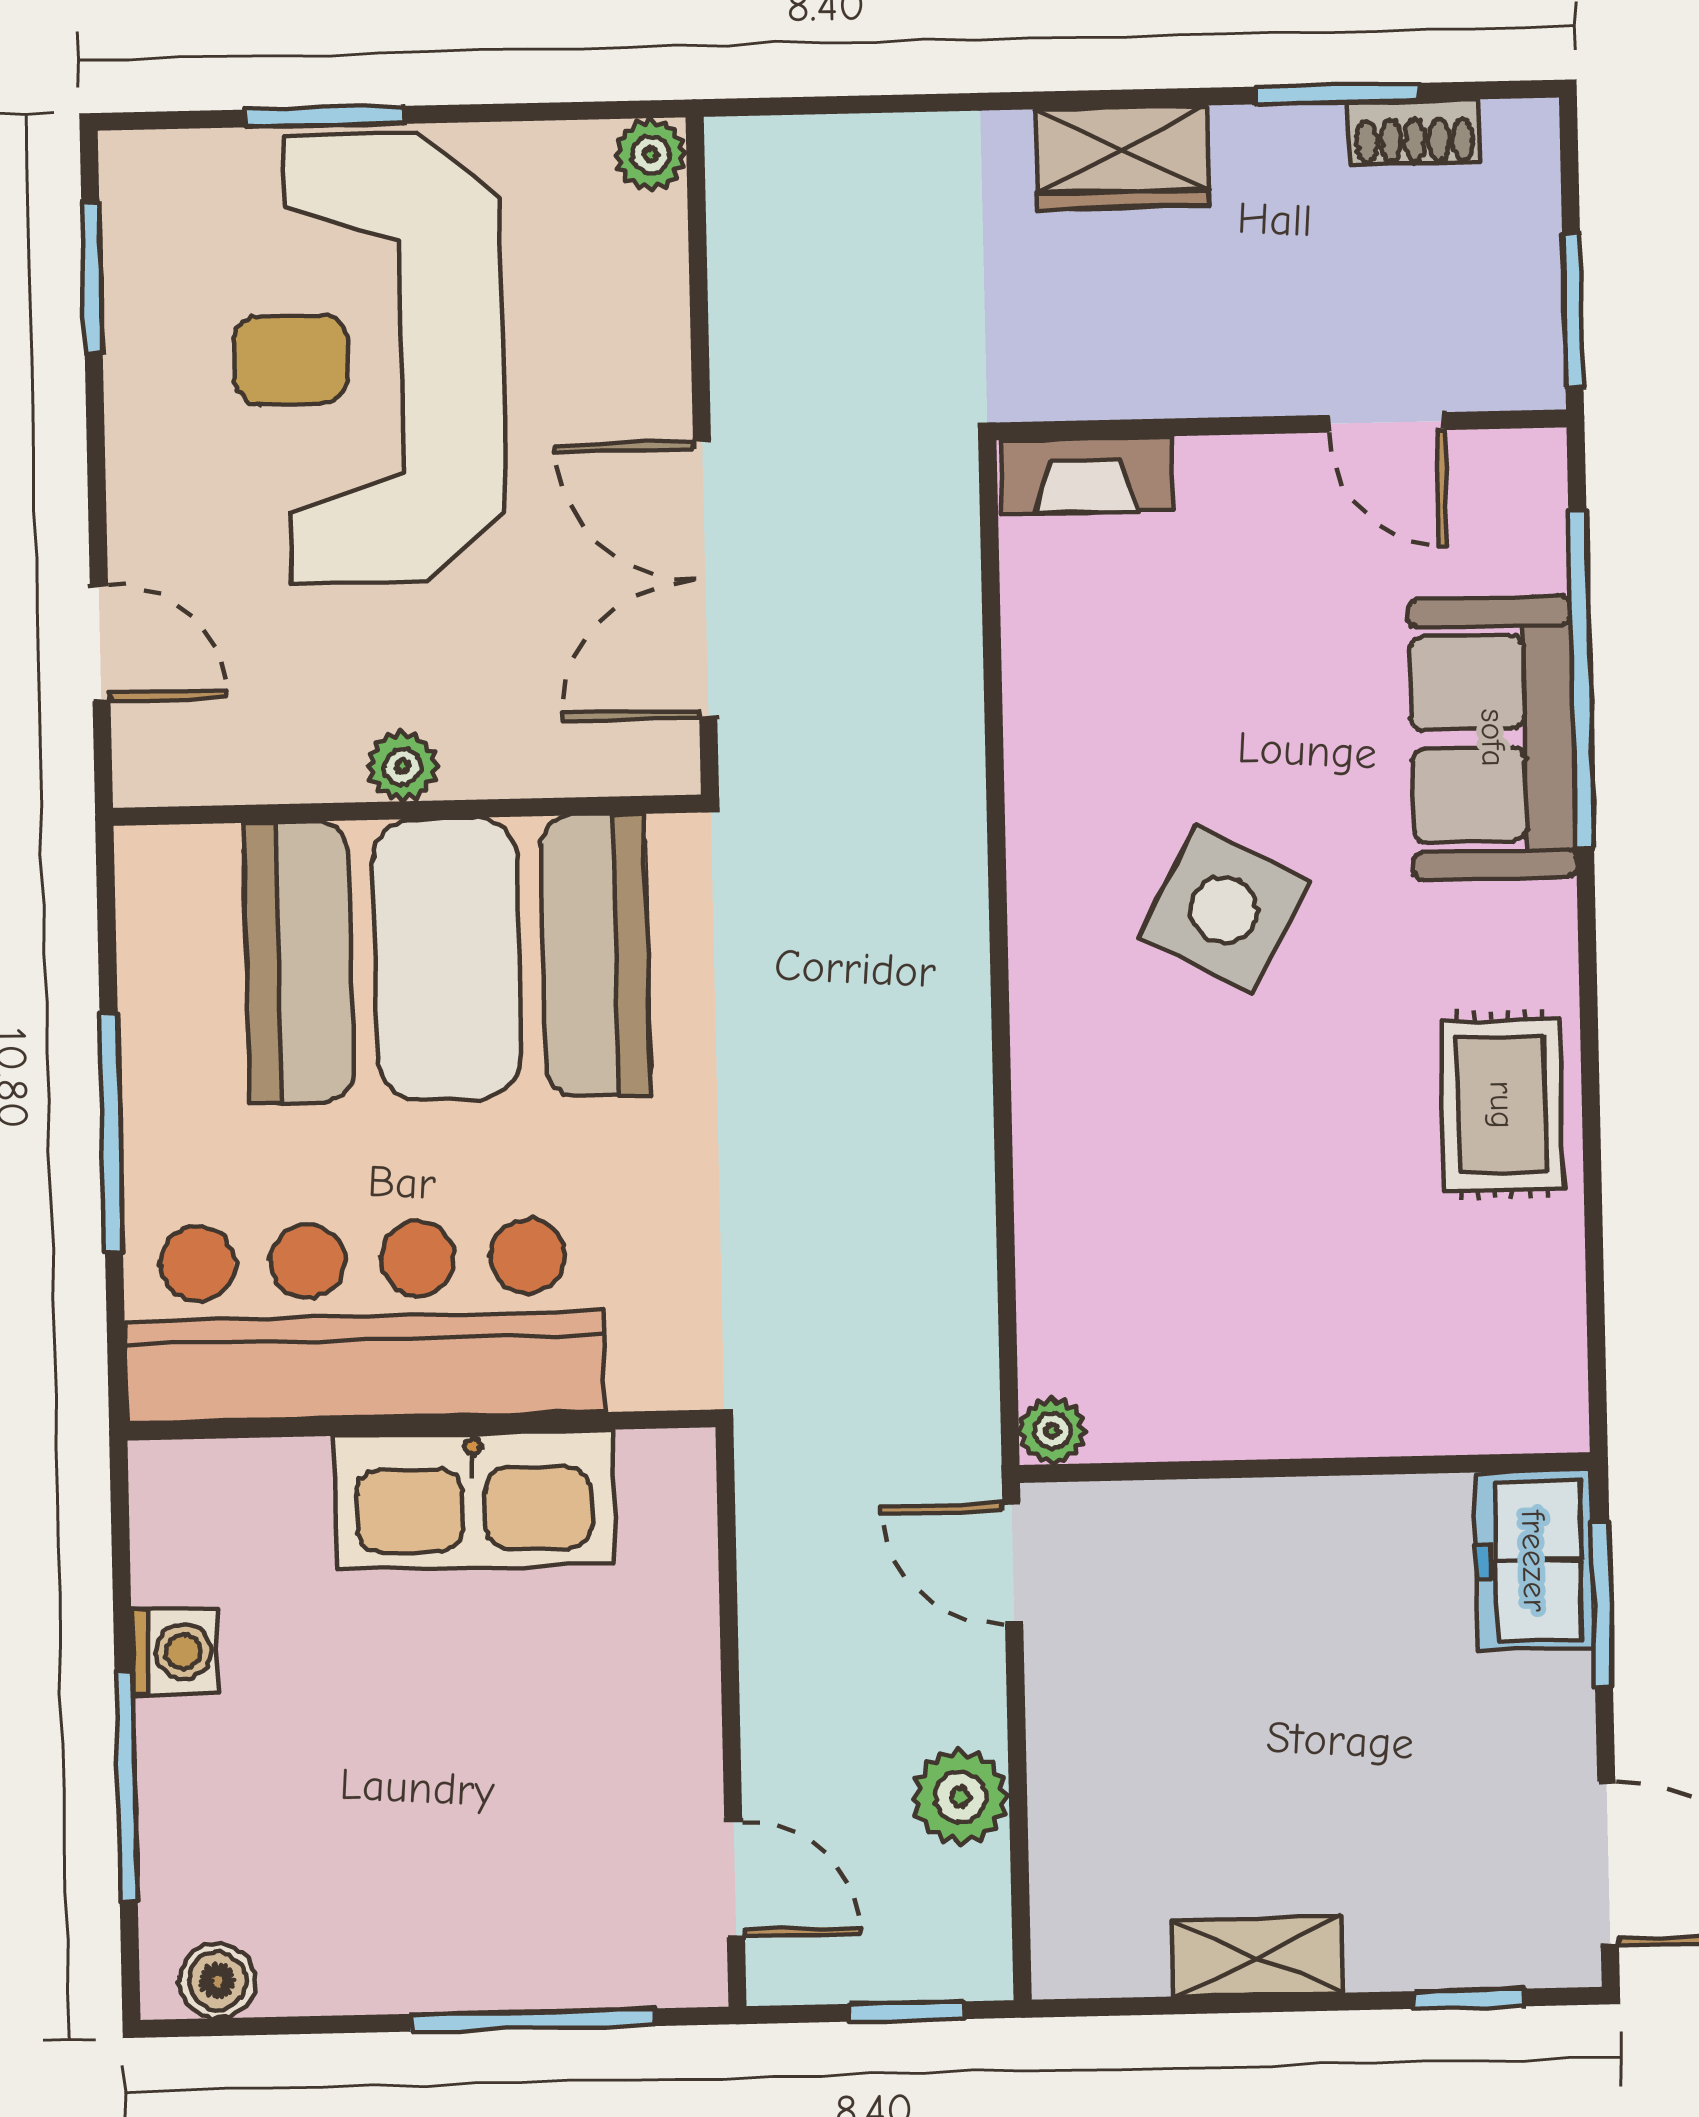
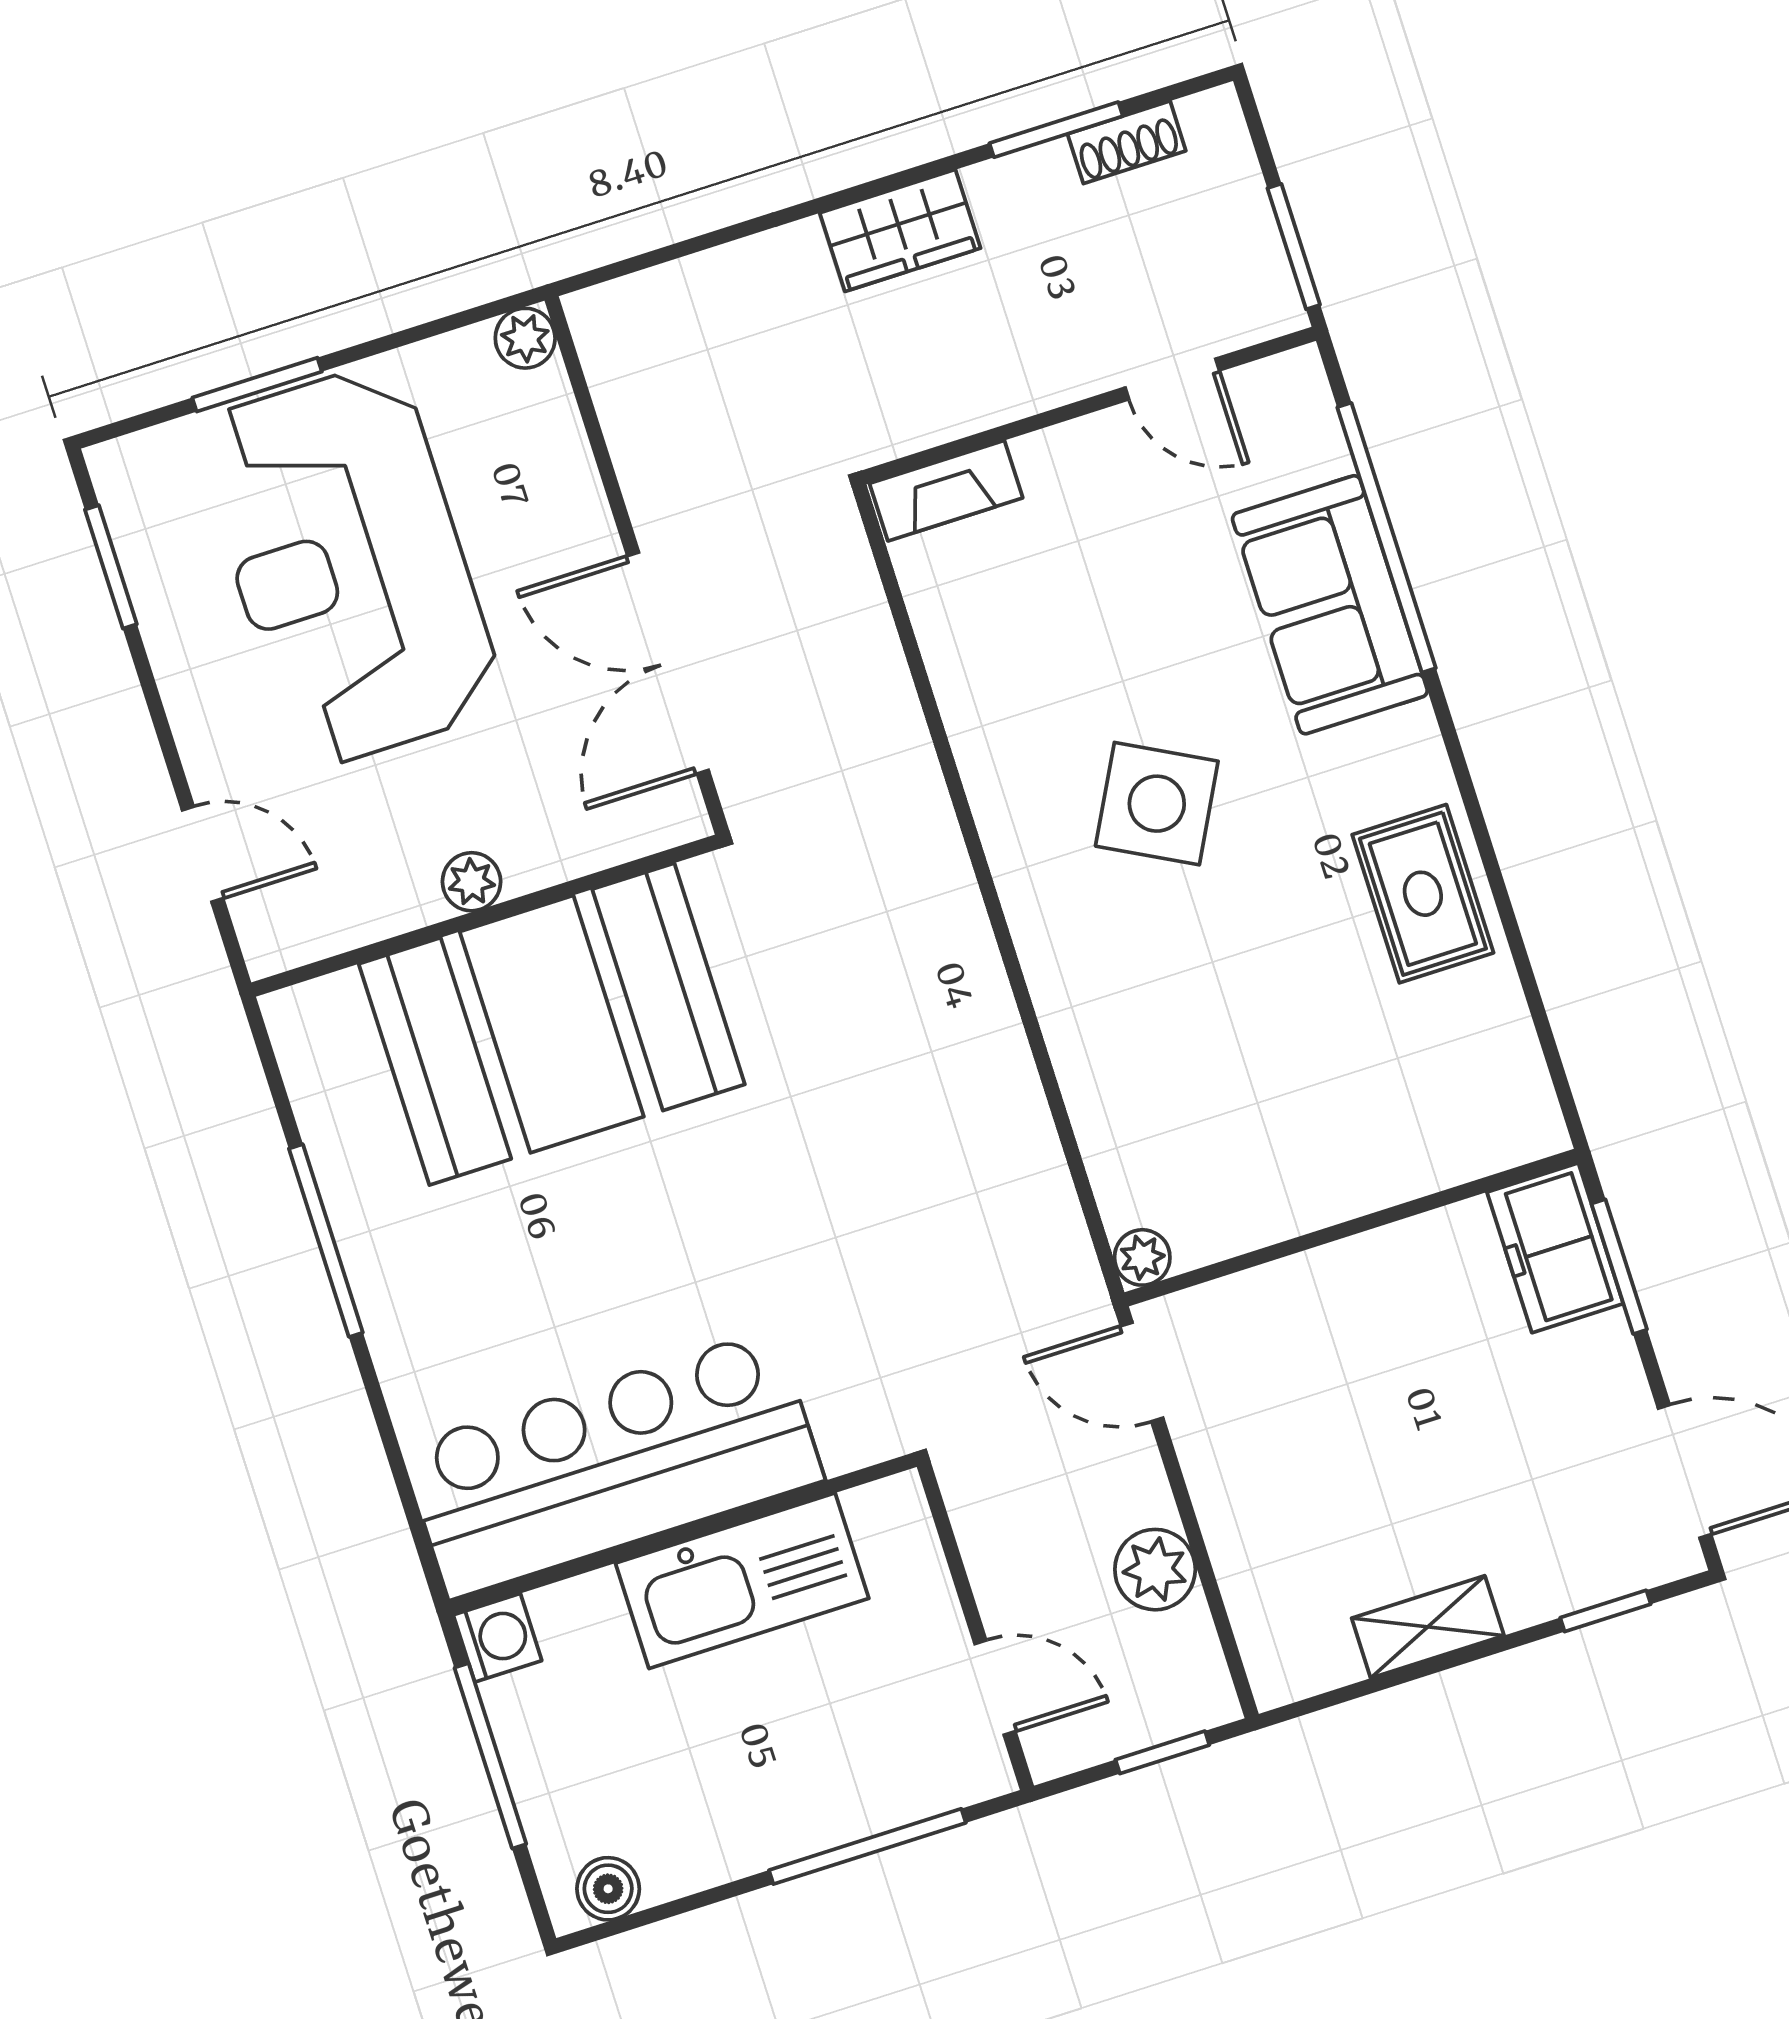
bar counter: (364, 1320) -> (613, 1464), moved
wall: (421, 1425) -> (683, 1534), moved
kitchen sink: (474, 1500) -> (742, 1581), moved

